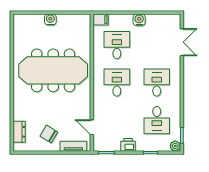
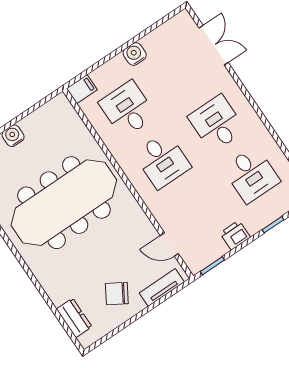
desk: (117, 83) -> (162, 160), turned 180

